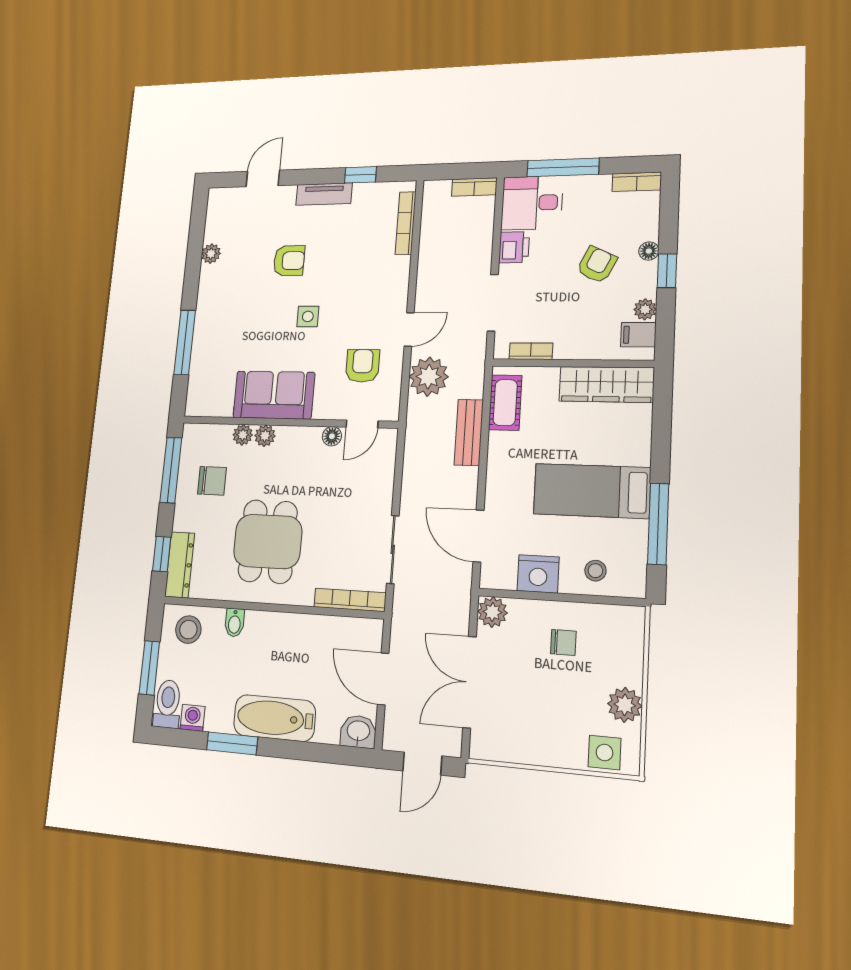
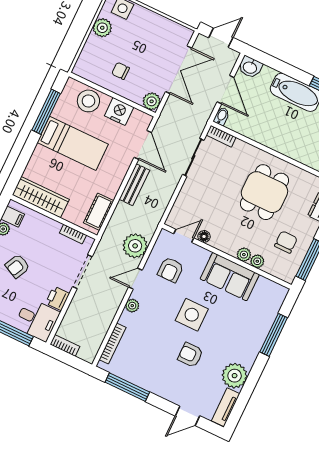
window: (360, 175) -> (127, 387), width x2.17
tv unit: (324, 194) -> (226, 407), moved, turned -90
plant: (211, 254) -> (235, 376), width x1.87, depth x1.87
plant: (398, 289) -> (132, 306), added
side table: (308, 316) -> (192, 315), width x1.87, depth x1.87
bench: (469, 432) -> (134, 185), moved
chair: (212, 481) -> (286, 242), turned 90
stool: (595, 571) -> (88, 101), width x1.89, depth x1.89
bookcase: (350, 600) -> (221, 136), width x0.64
bidet: (235, 623) -> (221, 116), moved

